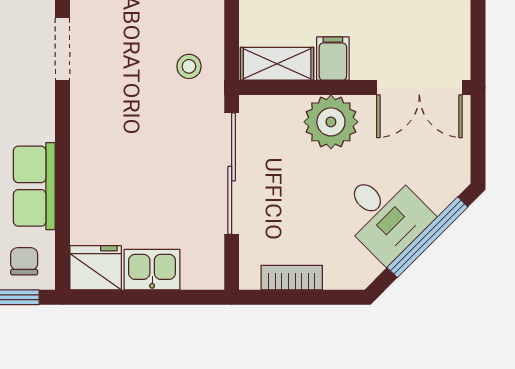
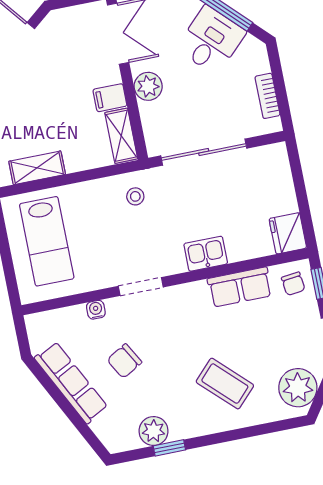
plant: (331, 122) -> (148, 86), width x0.73, depth x0.73
chair: (24, 261) -> (293, 284), turned -97
kitchen sink: (152, 270) -> (206, 254), moved, turned 90

